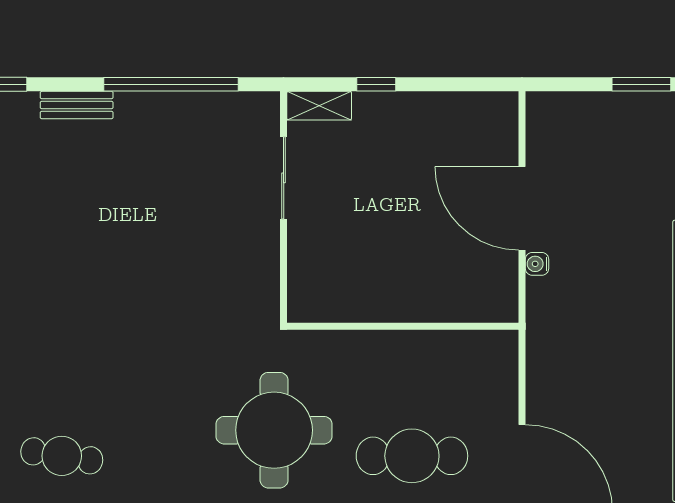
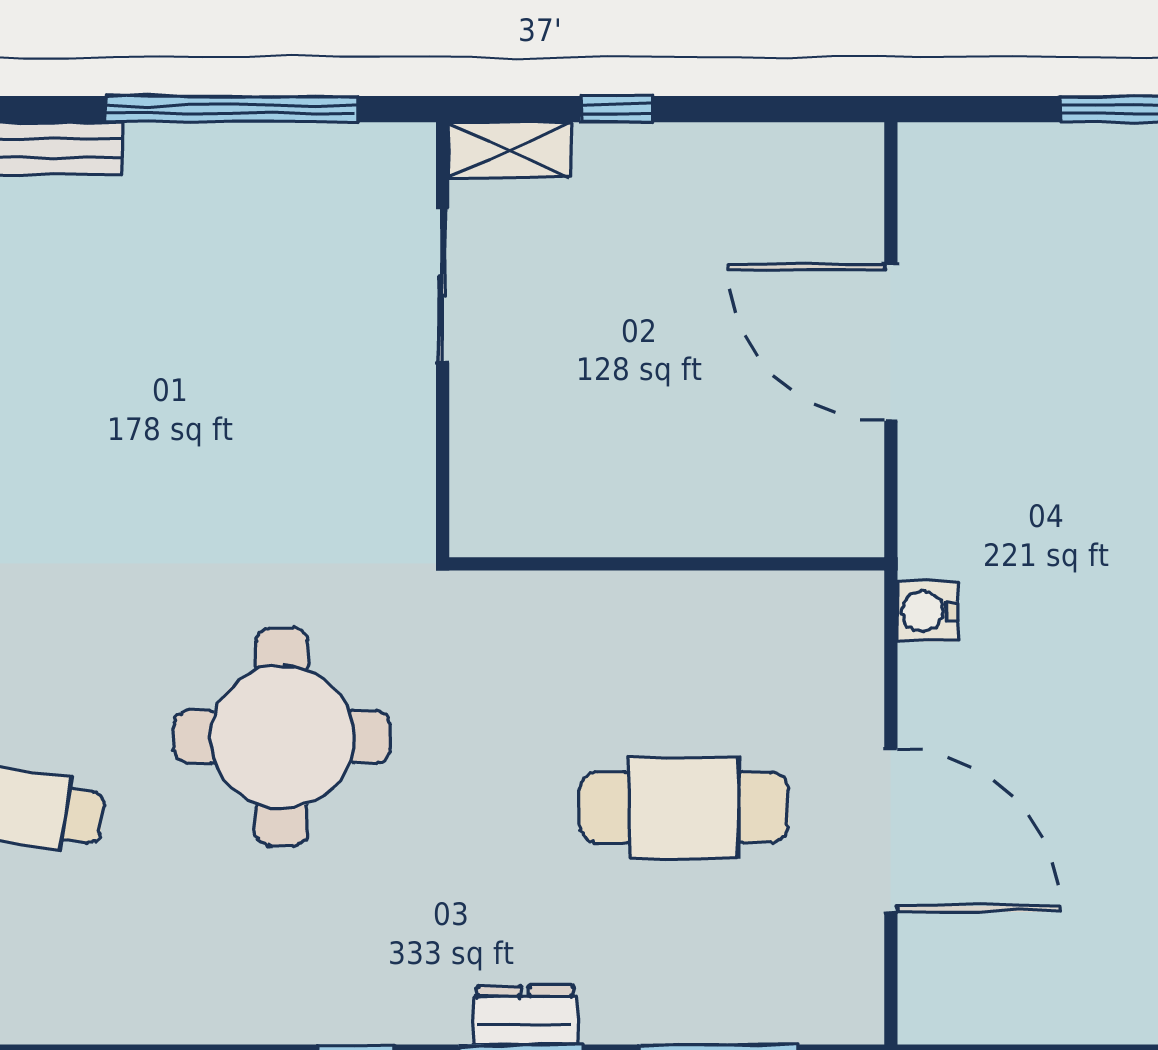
water cooler: (537, 264) -> (927, 611), moved, width x1.38, depth x1.38
round table: (274, 430) -> (282, 737), moved

